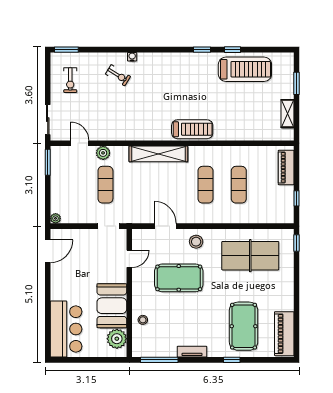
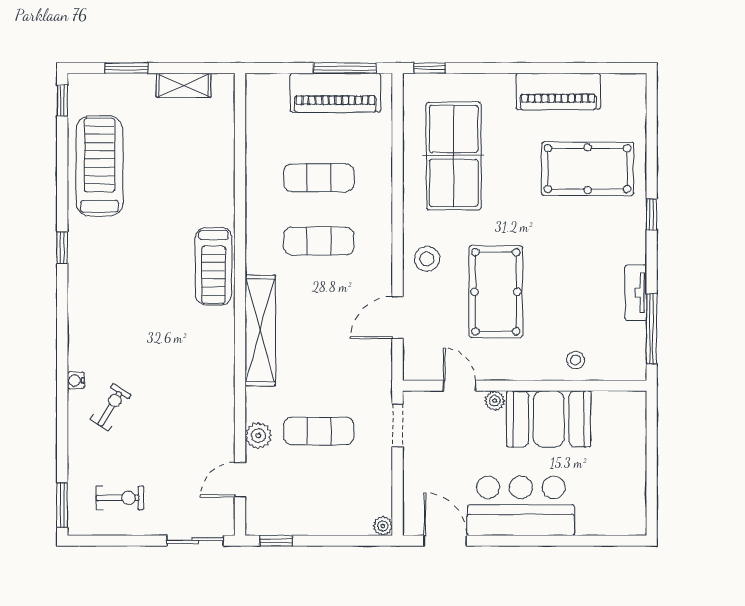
window: (232, 50) -> (62, 100), moved
treadmill: (192, 129) -> (213, 266), turned 180
window: (48, 162) -> (276, 541), width x0.67
piano: (286, 167) -> (335, 93), moved, width x1.37, depth x1.33
window: (297, 198) -> (345, 68), width x2.17
bar counter: (66, 329) -> (521, 506), moved
piano: (284, 334) -> (558, 91), moved
plant: (117, 339) -> (495, 401), moved, width x0.53, depth x0.53
tv unit: (192, 352) -> (636, 293), moved
window: (232, 360) -> (652, 214), moved

